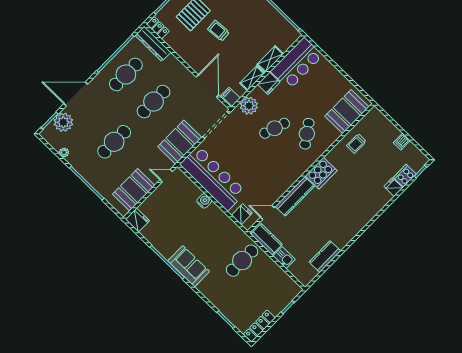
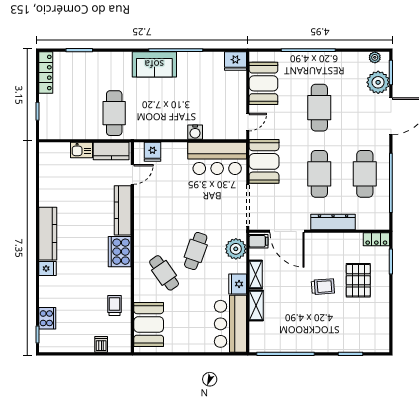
dresser: (153, 44) -> (333, 222), moved
dishwasher: (402, 141) -> (101, 344), moved
plant: (64, 152) -> (375, 57), moved
bar counter: (213, 178) -> (217, 158), width x0.73
fridge: (393, 187) -> (48, 268), moved
kitchen counter: (325, 257) -> (48, 234), moved, width x1.50

